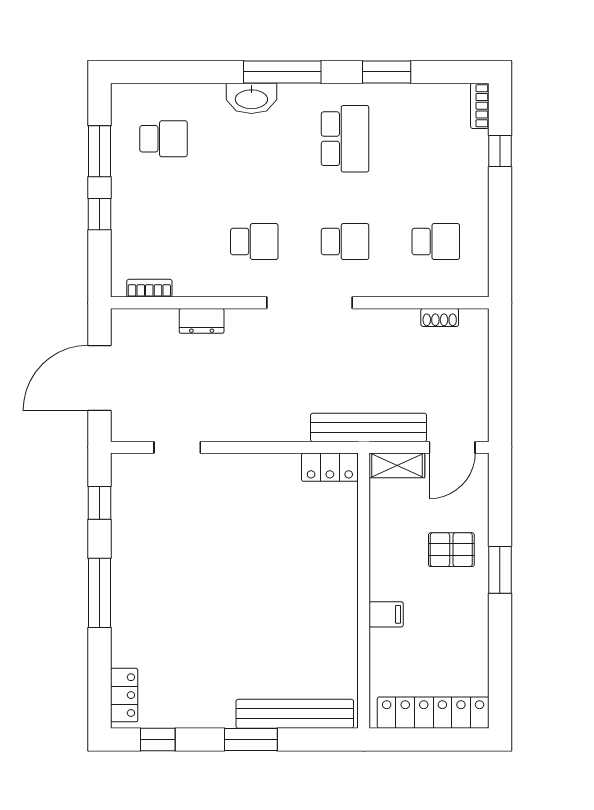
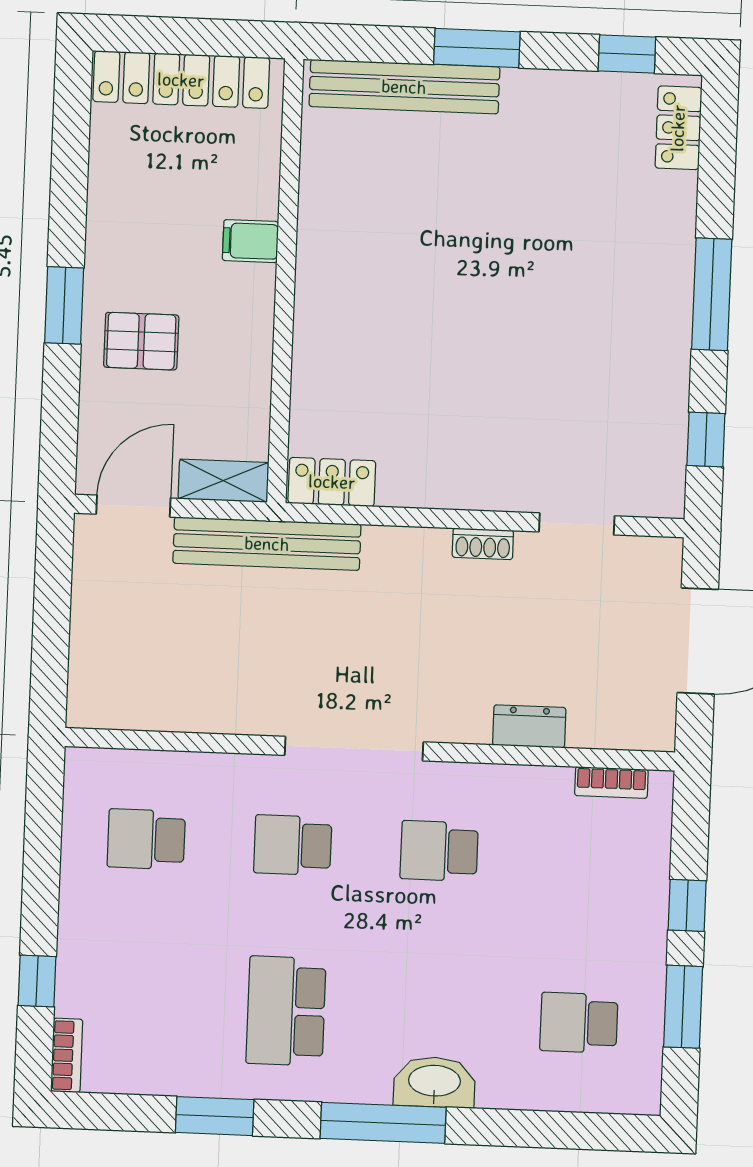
shoe rack: (440, 317) -> (483, 544), moved, turned 180

